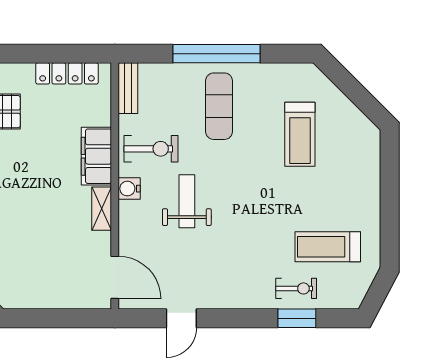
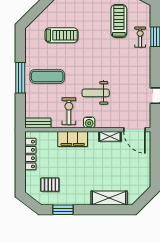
window: (216, 54) -> (20, 78), width x0.68
shelving: (102, 209) -> (110, 136), moved
treadmill: (328, 247) -> (119, 21), turned 180
door: (115, 277) -> (135, 130), swing flipped

